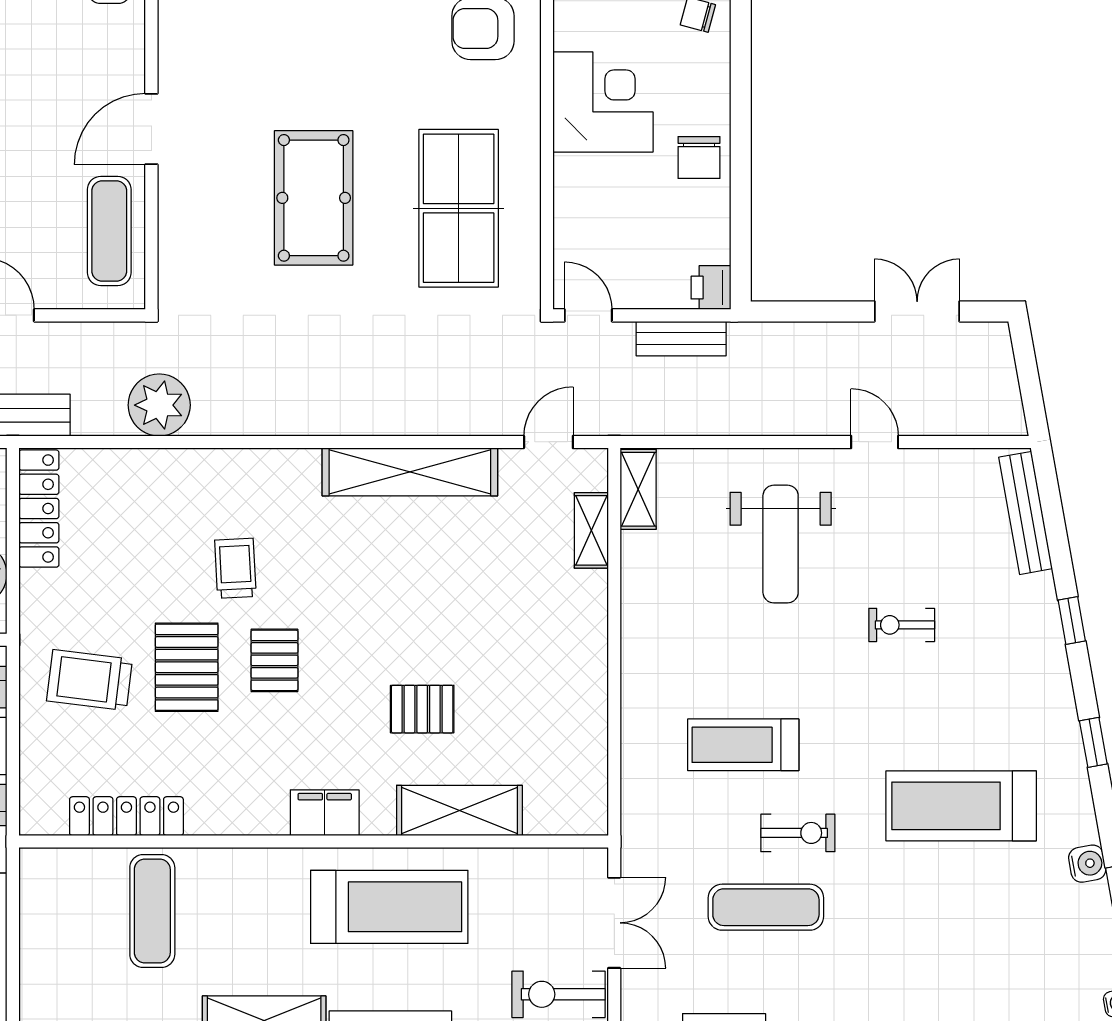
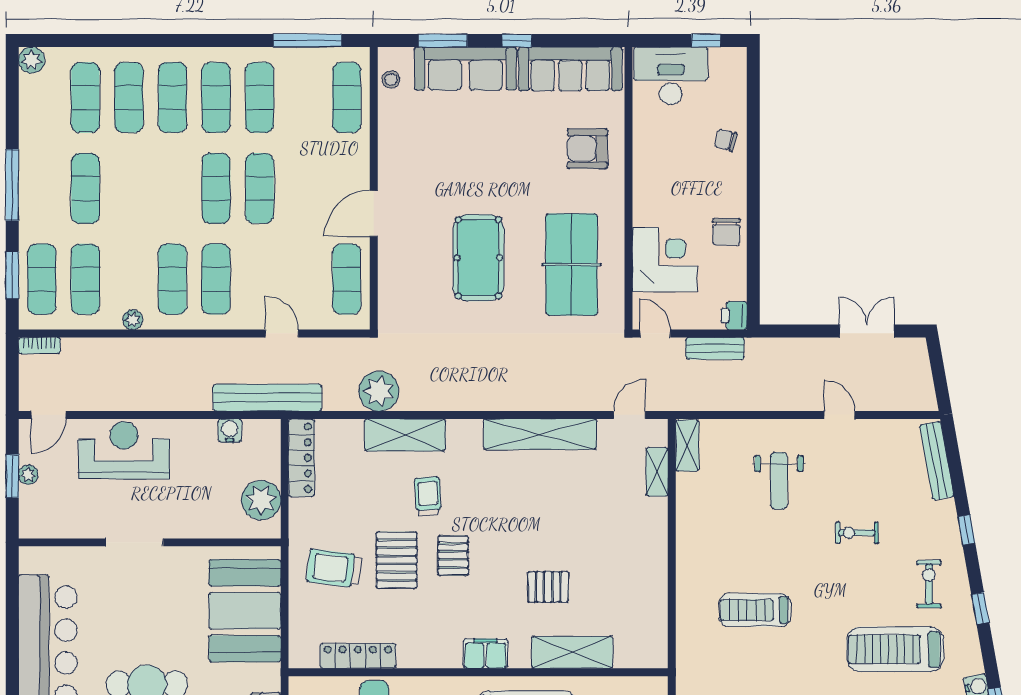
corner desk: (603, 102) -> (665, 259), moved
shelving: (200, 473) -> (405, 435), added
weight bench: (781, 544) -> (779, 481), width x0.73, depth x0.75
exercise bike: (798, 833) -> (929, 584), moved, turned -90

